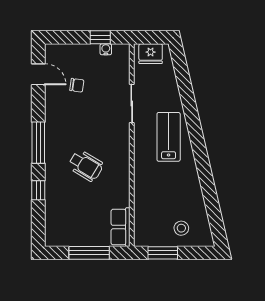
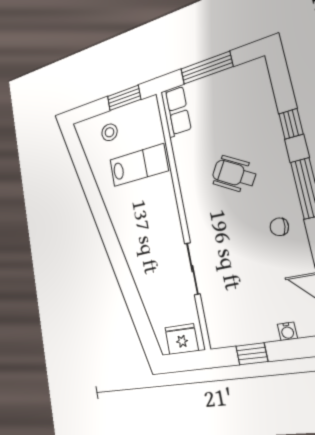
water cooler: (106, 49) -> (287, 331), moved
chair: (77, 85) -> (279, 227), moved
lab bench: (169, 137) -> (139, 165), moved, turned -90

